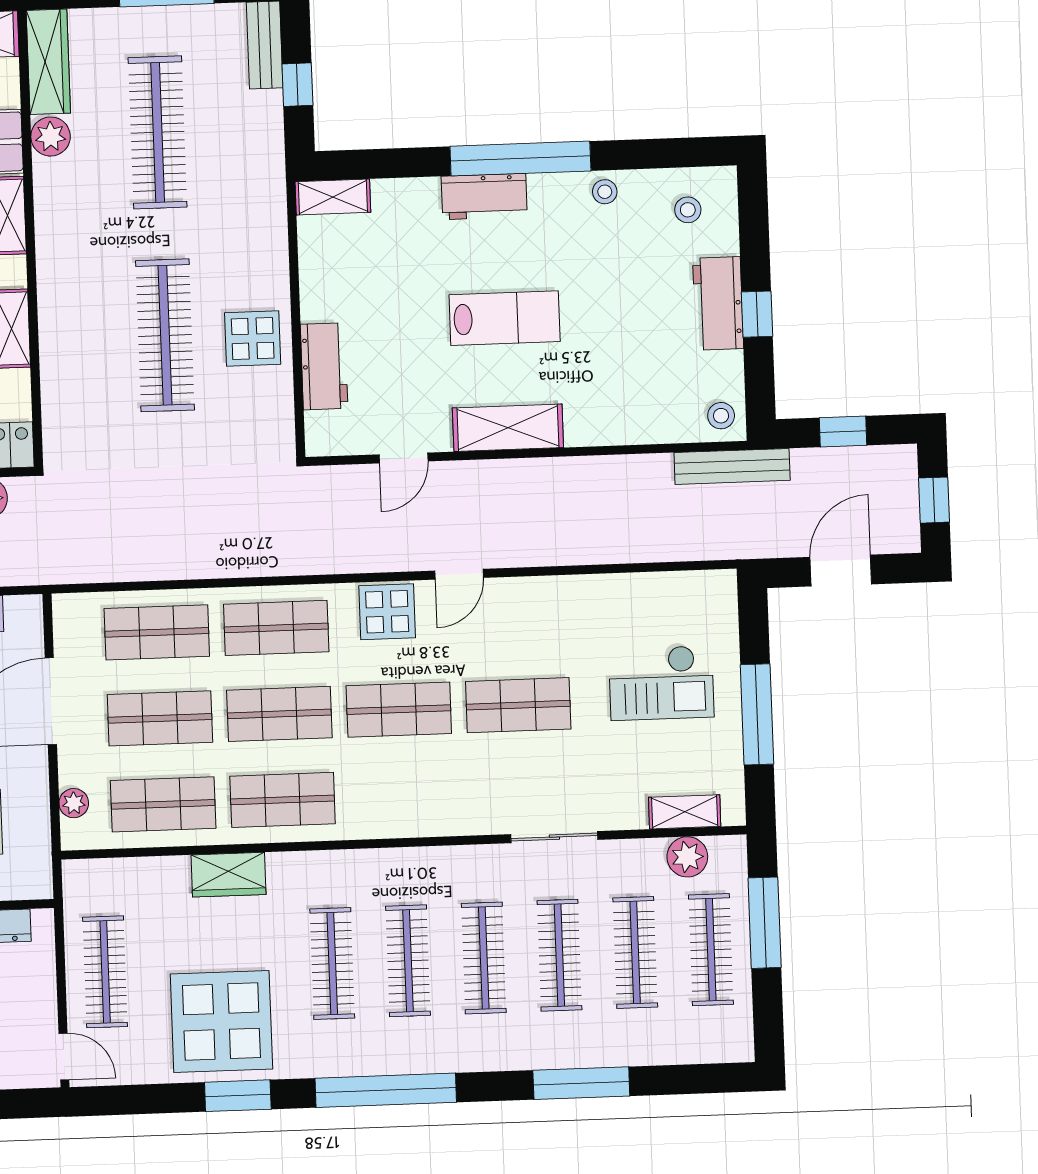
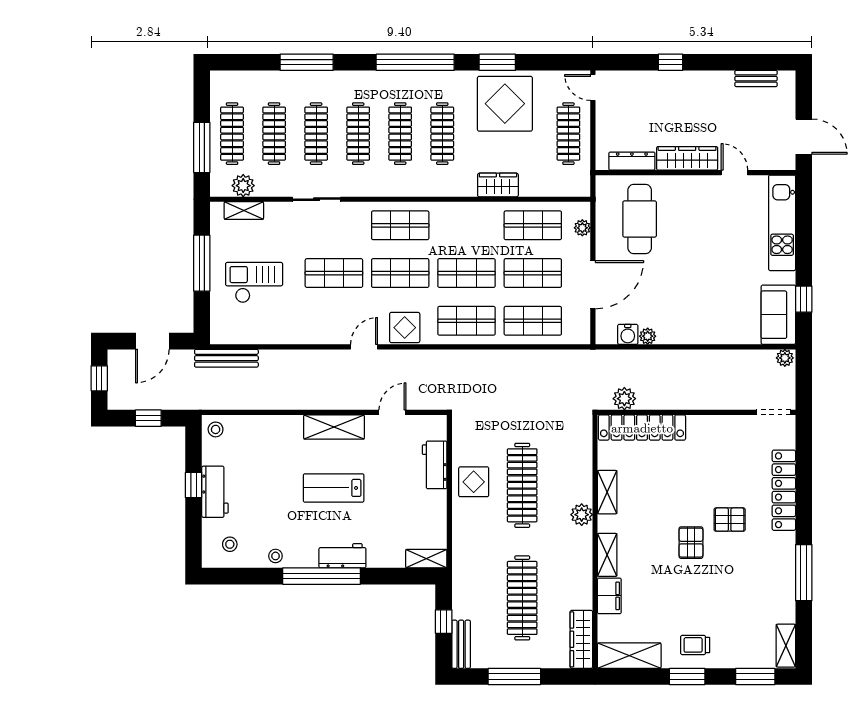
plant: (51, 137) -> (582, 515), moved
bench: (732, 466) -> (226, 358), moved
shop shelf: (283, 800) -> (400, 225), moved

